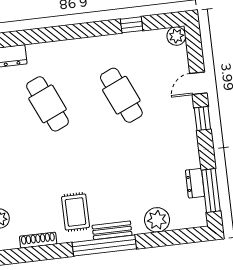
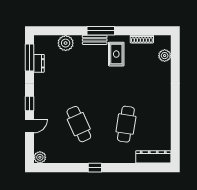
window: (132, 25) -> (95, 168), moved
cafe table: (48, 104) -> (126, 124), turned 33
window: (104, 246) -> (101, 31), width x0.68

